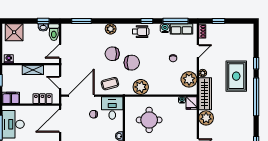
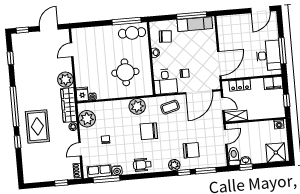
window: (147, 21) -> (184, 172), moved
chair: (112, 54) -> (191, 150), moved
shelving: (33, 70) -> (236, 116), moved

